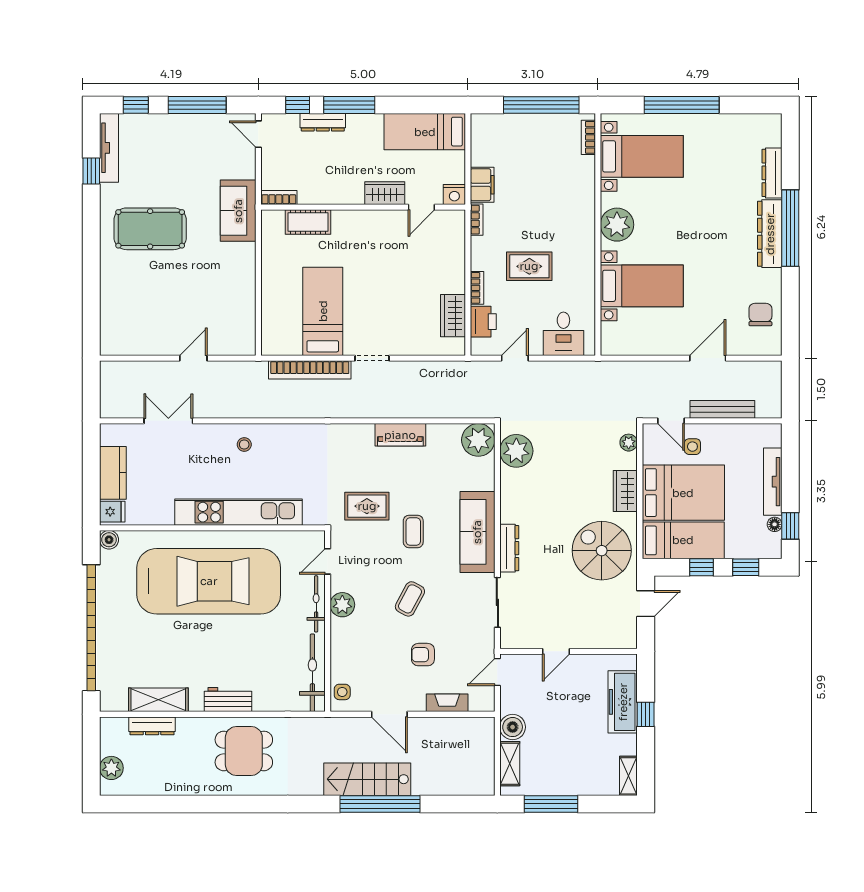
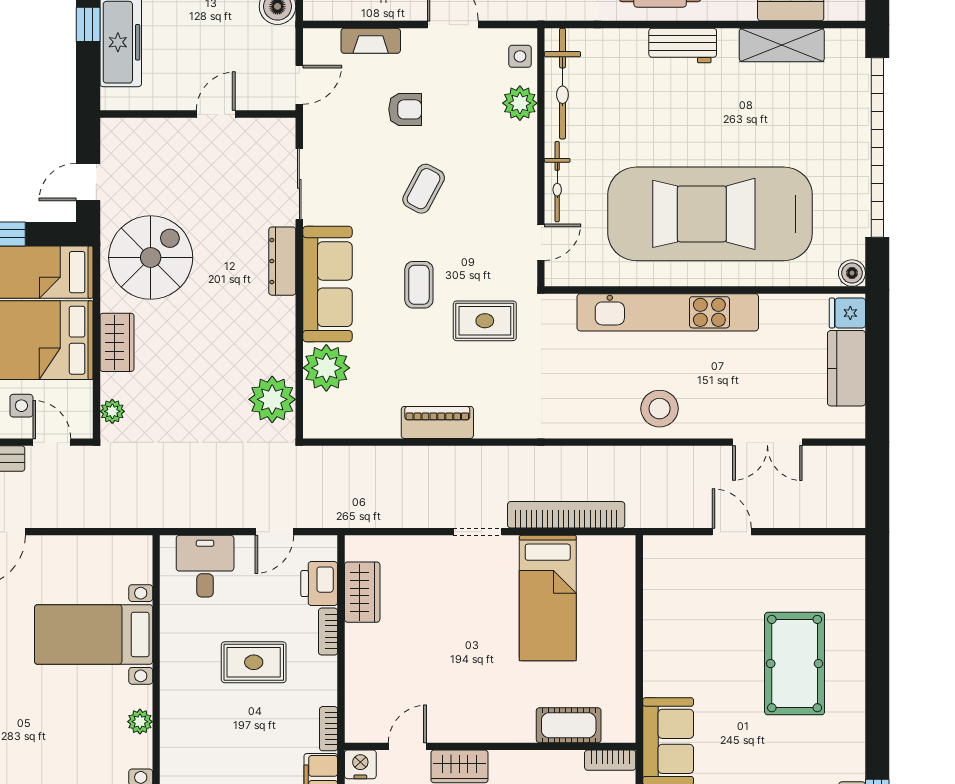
plant: (617, 225) -> (140, 722), width x0.53, depth x0.53
pool table: (150, 229) -> (795, 664), moved, turned 90
door: (193, 358) -> (732, 532), swing flipped
plant: (478, 440) -> (326, 368), moved
stool: (244, 444) -> (660, 409), width x1.89, depth x1.89
spiral stairs: (602, 551) -> (151, 258), turned -90
plant: (342, 605) -> (520, 103), moved

